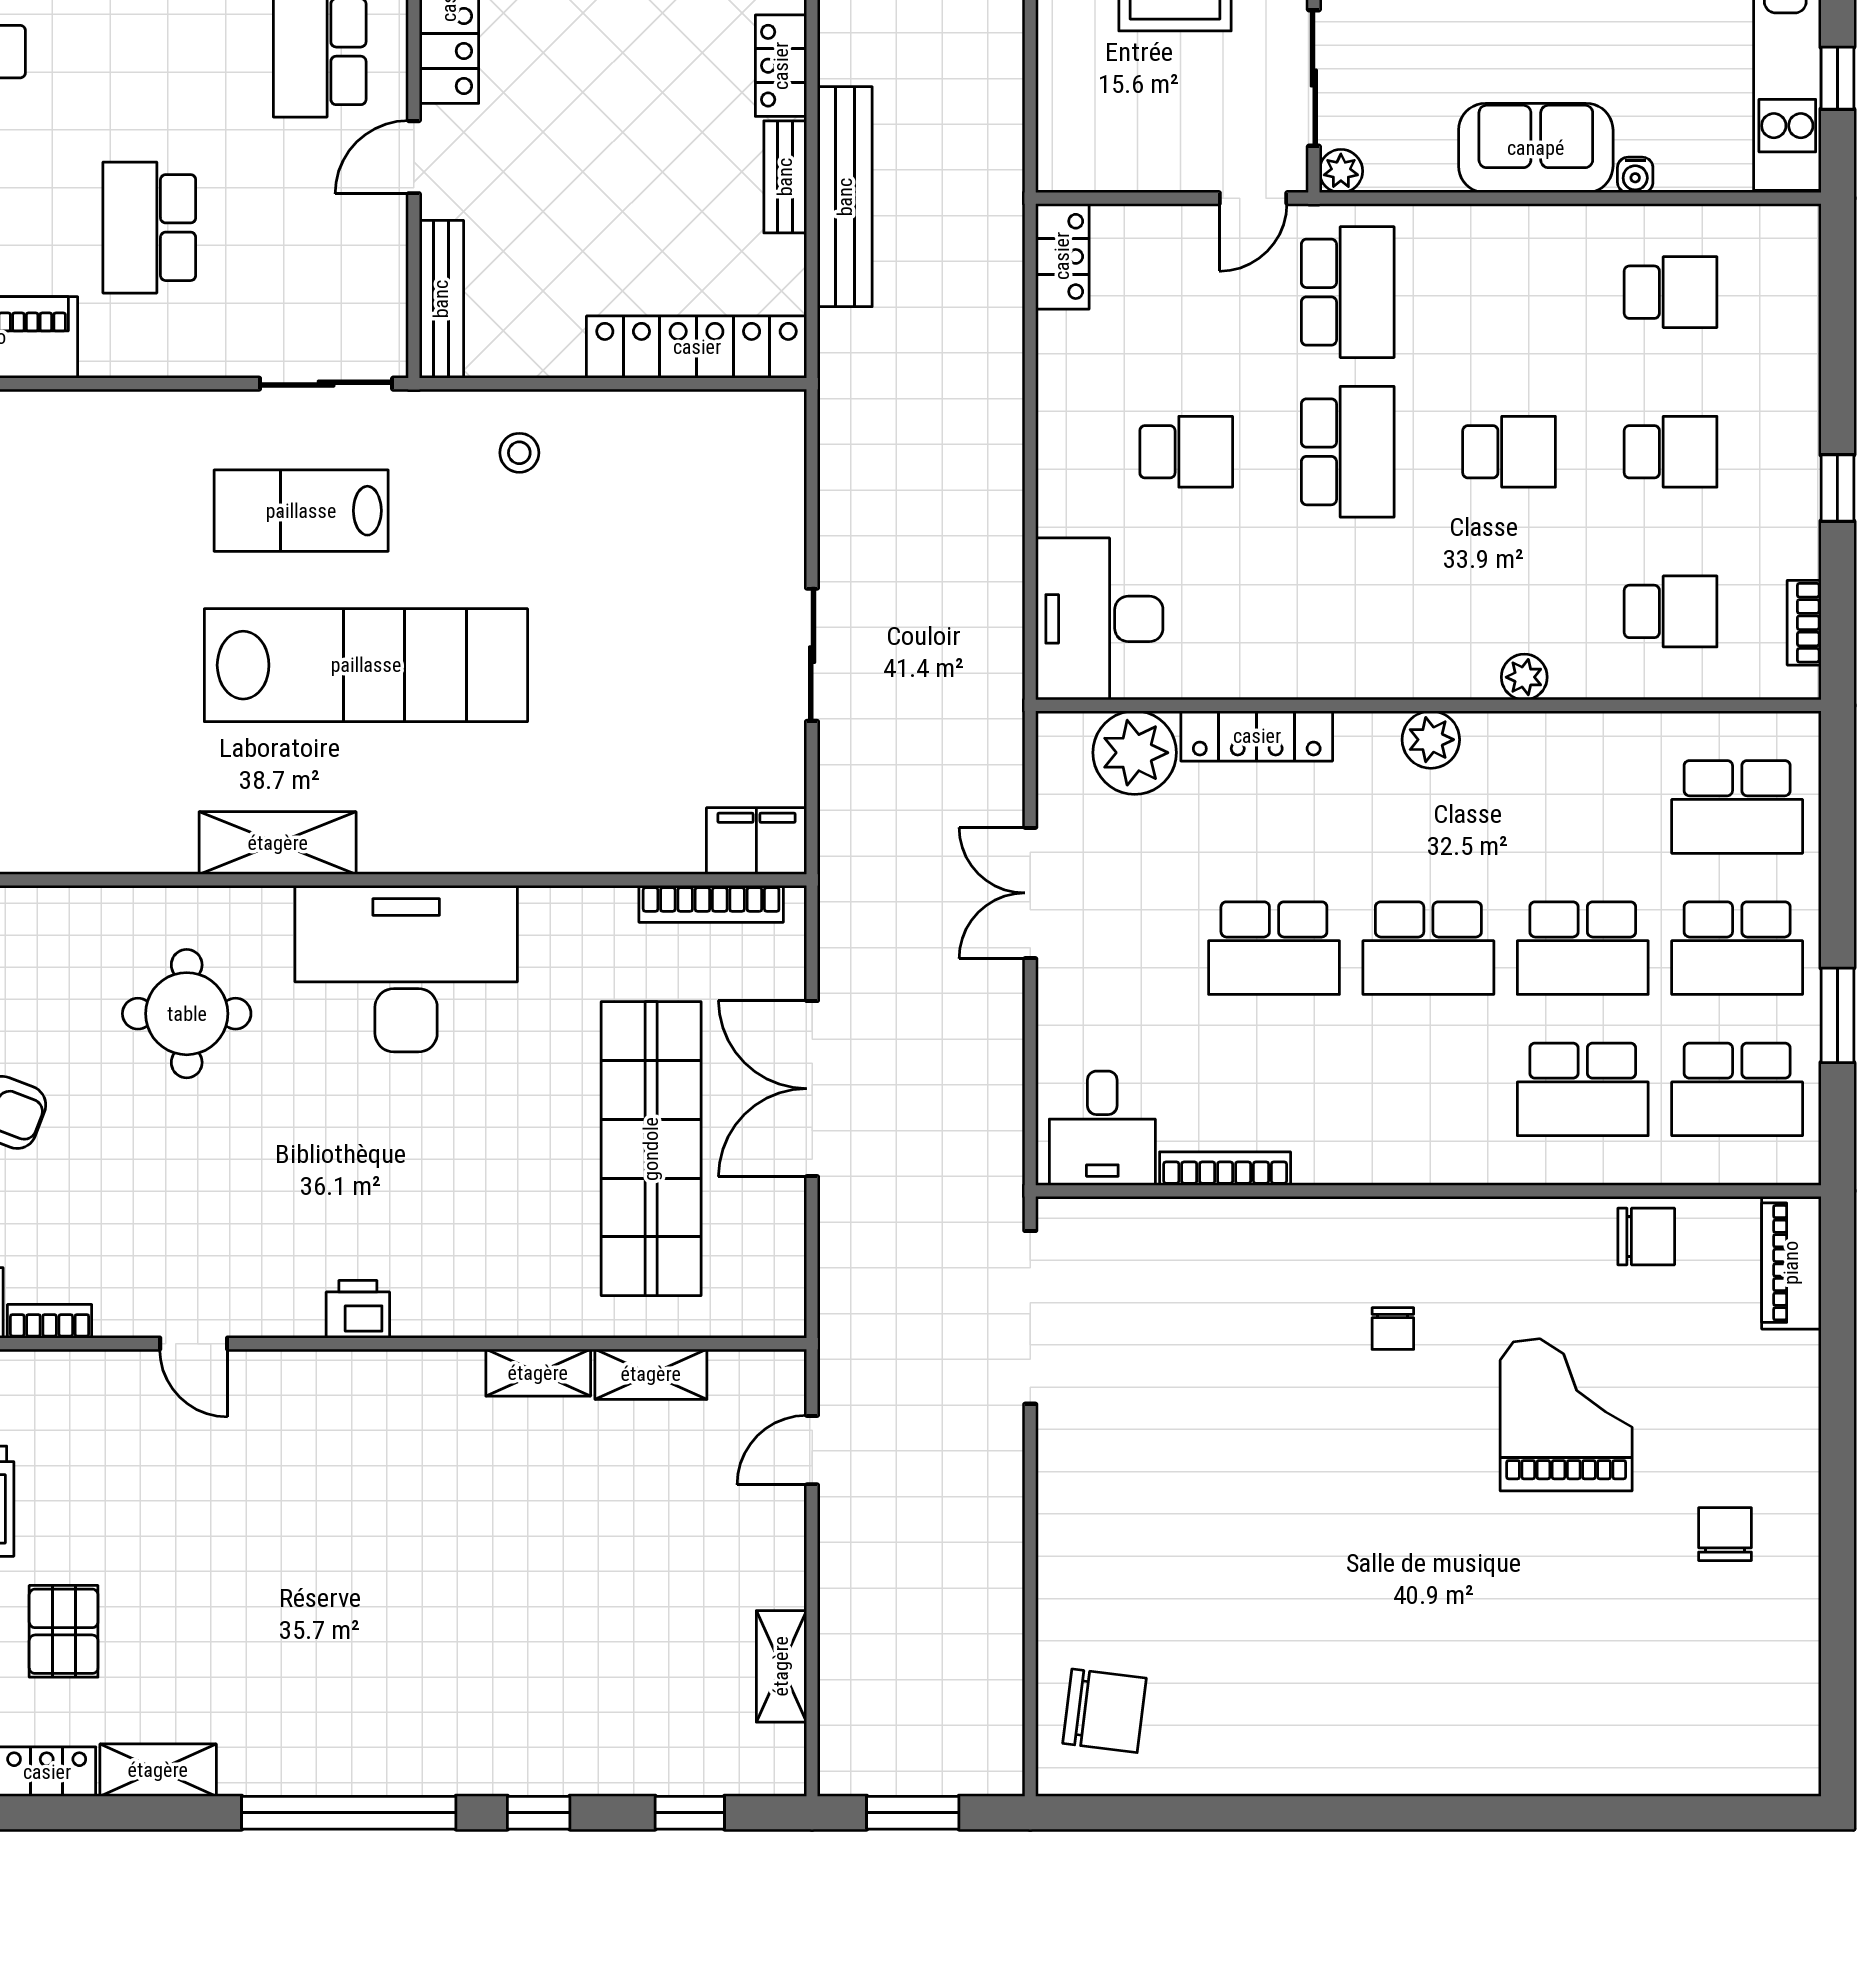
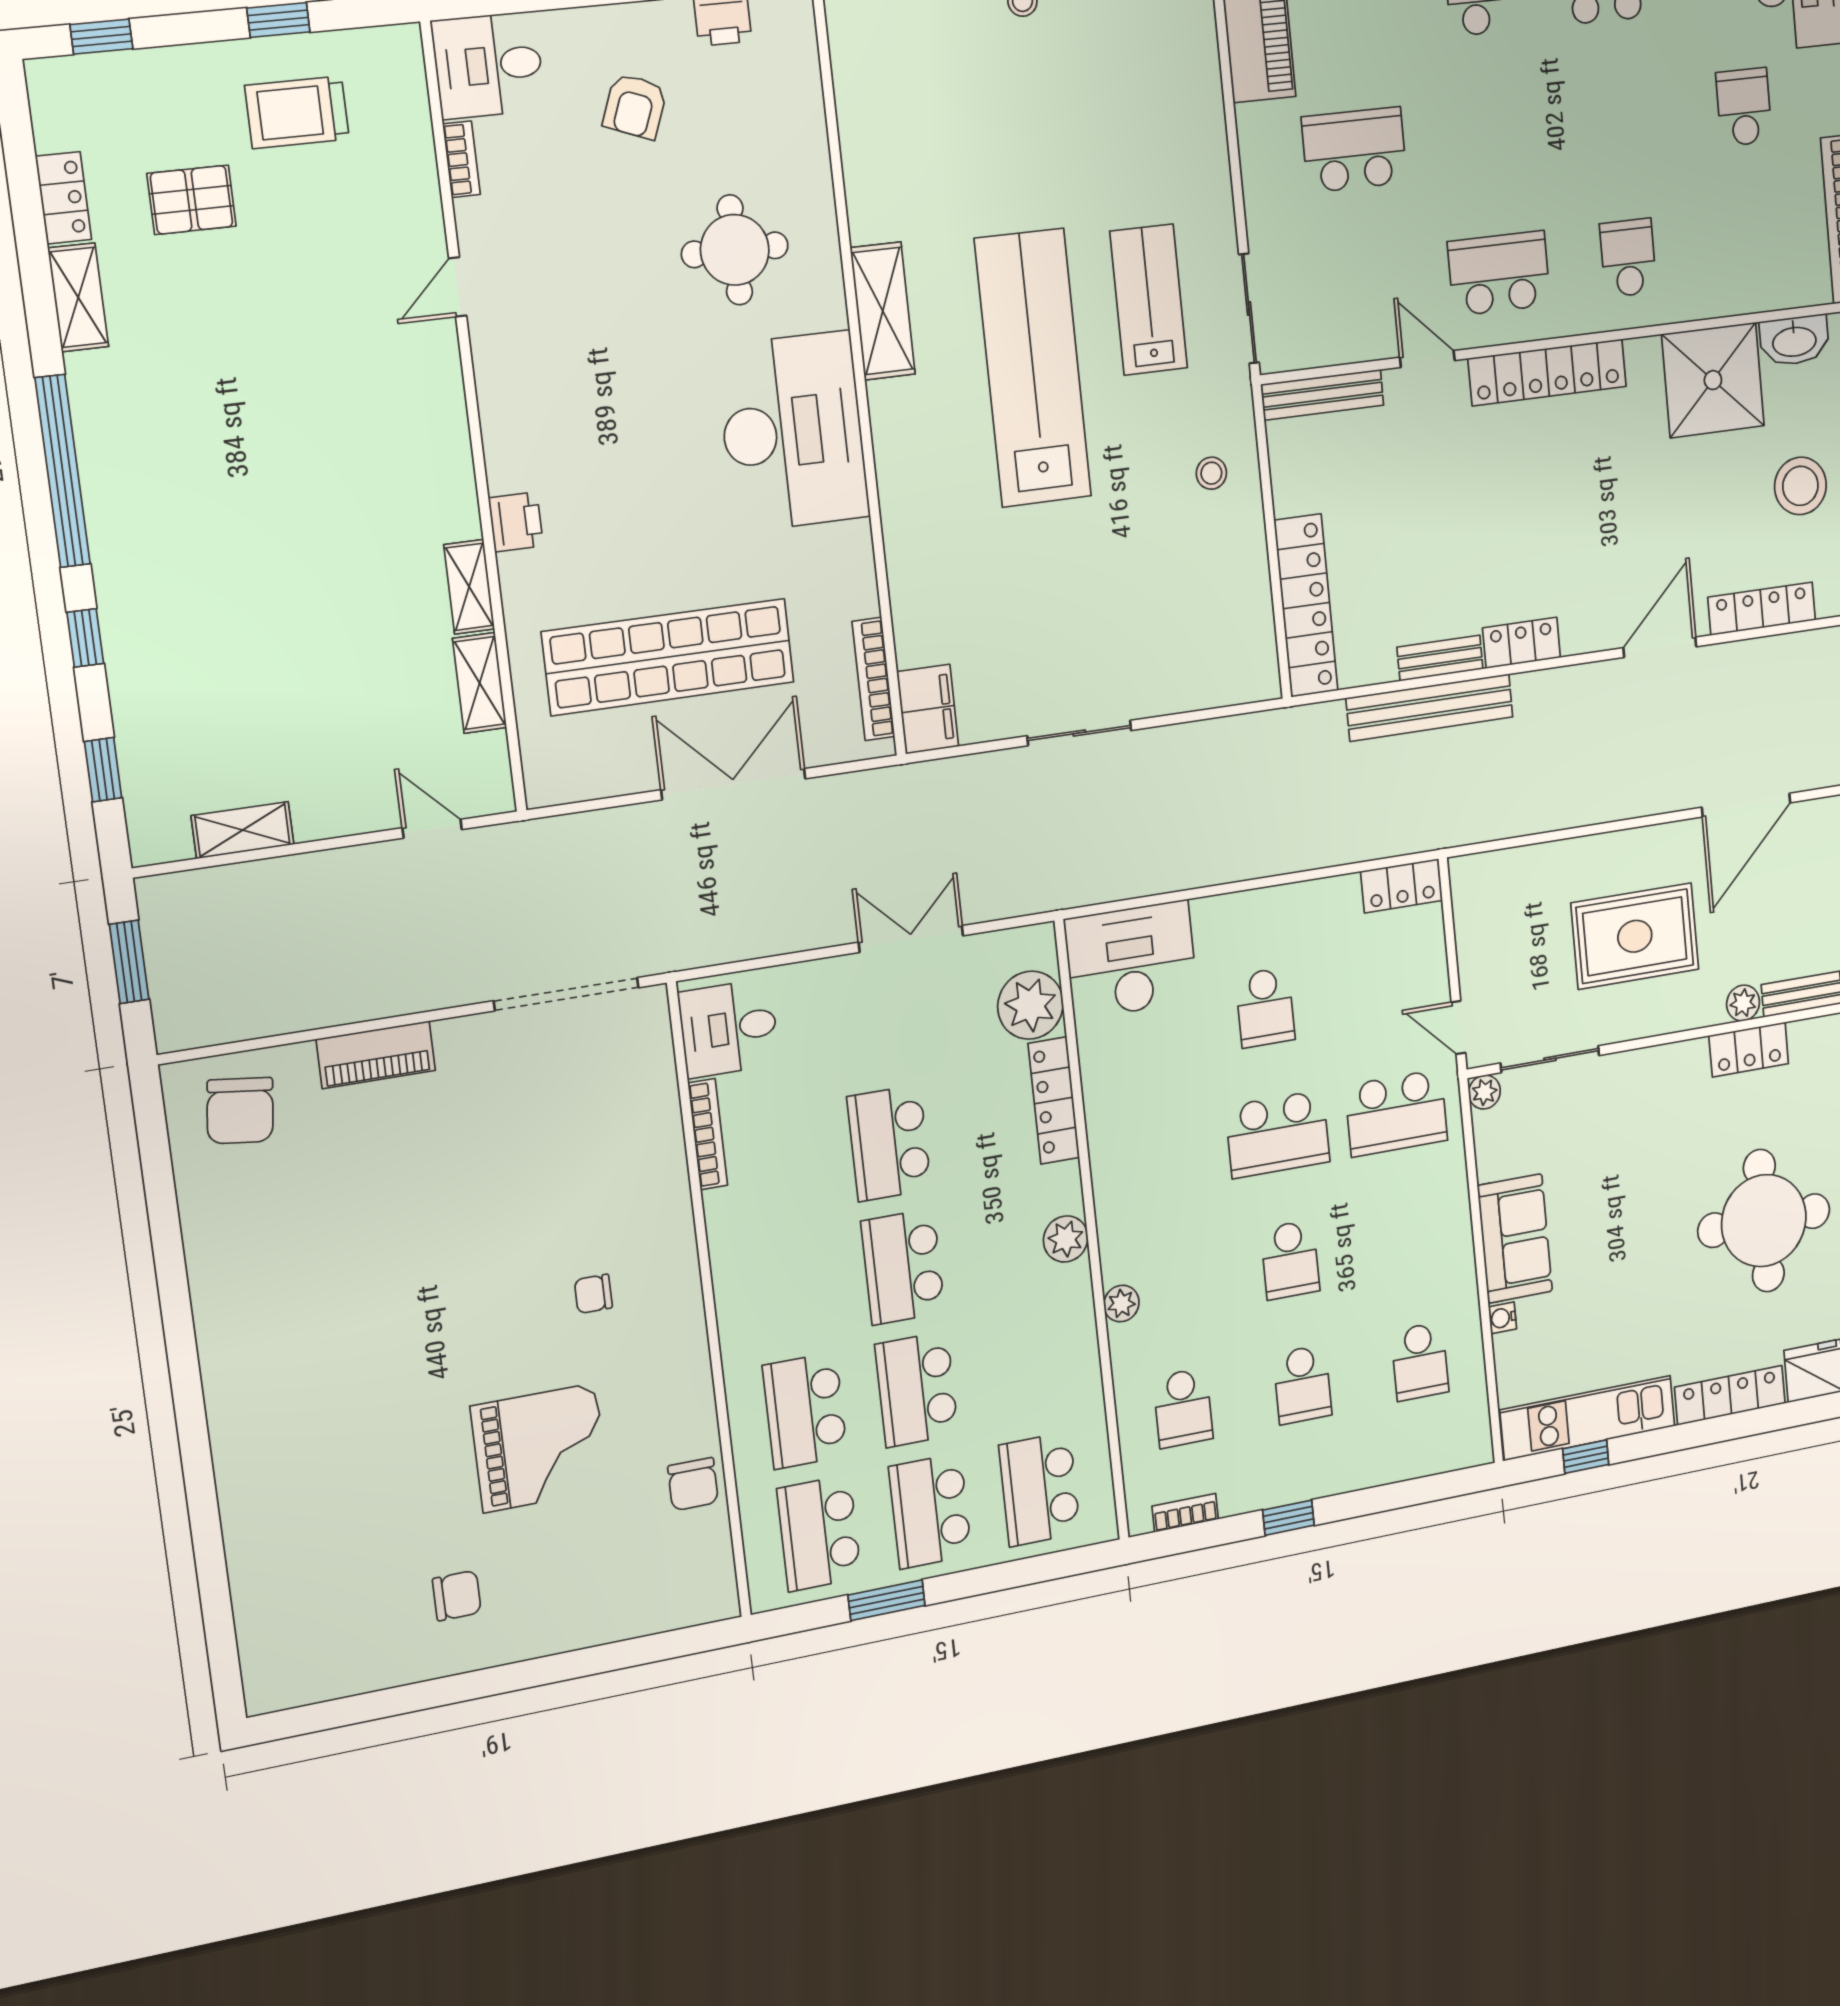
lab bench: (366, 665) -> (1033, 368), turned 180
piano: (1791, 1263) -> (376, 1055), moved, turned 180
printer: (358, 1309) -> (516, 522), moved

